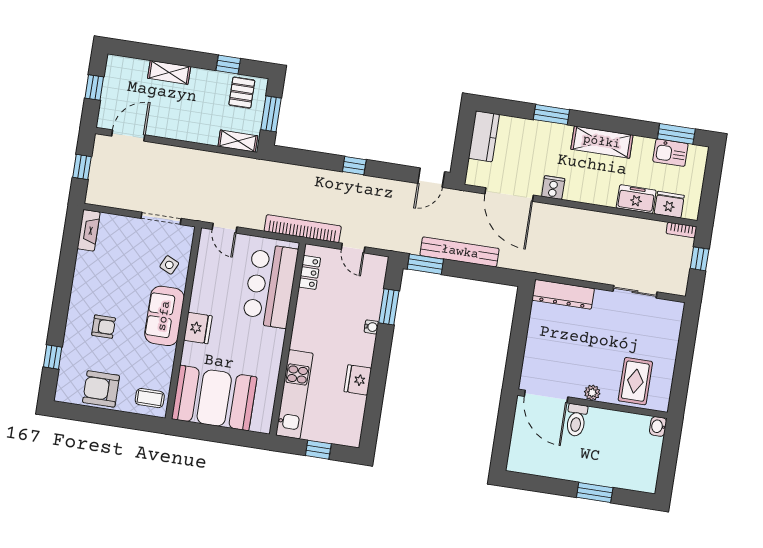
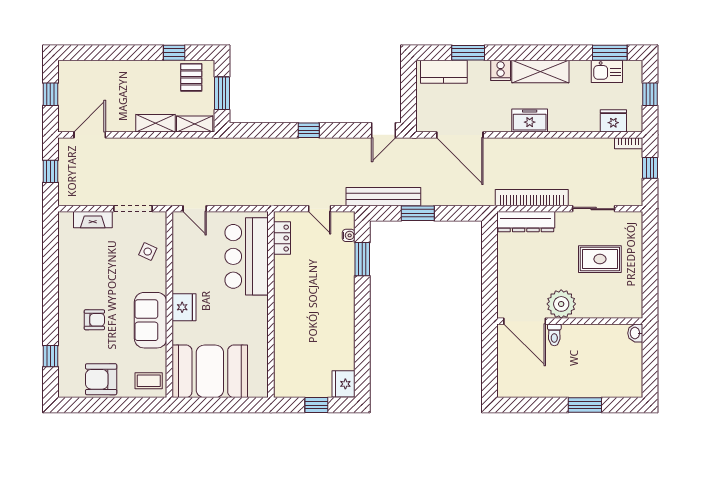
shelving: (169, 72) -> (155, 123), moved
window: (551, 115) -> (468, 53), moved
kitchen counter: (484, 136) -> (444, 72), moved, turned 90
window: (711, 183) -> (650, 94), added
cooker: (553, 188) -> (501, 70), moved, turned 180
freezer: (636, 199) -> (530, 120), moved
bookcase: (303, 229) -> (532, 198), moved
fireplace: (89, 230) -> (93, 220), moved, turned 90
bench: (460, 252) -> (383, 197), moved
window: (425, 264) -> (418, 213), moved
sofa: (164, 316) -> (151, 320), moved
water cooler: (371, 327) -> (349, 235), moved
fridge: (358, 380) -> (343, 384), moved
rug: (635, 381) -> (600, 259), moved, turned 90
plant: (592, 393) -> (561, 304), width x1.87, depth x1.87
kitchen unit: (294, 394) -> (285, 356), removed
toilet: (576, 420) -> (554, 335), width x0.73, depth x0.72

